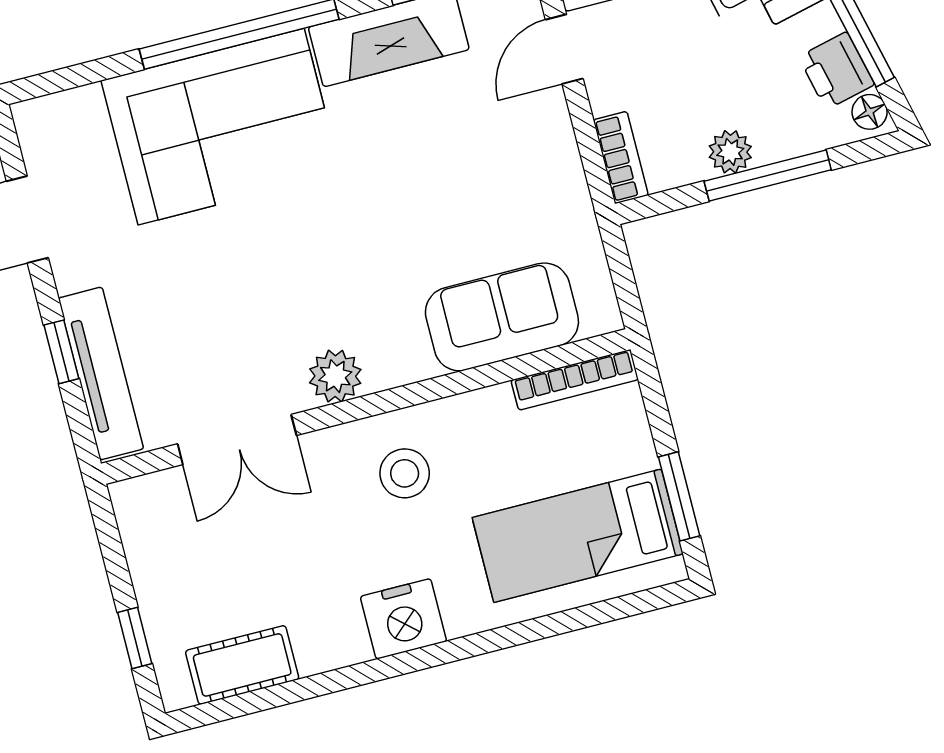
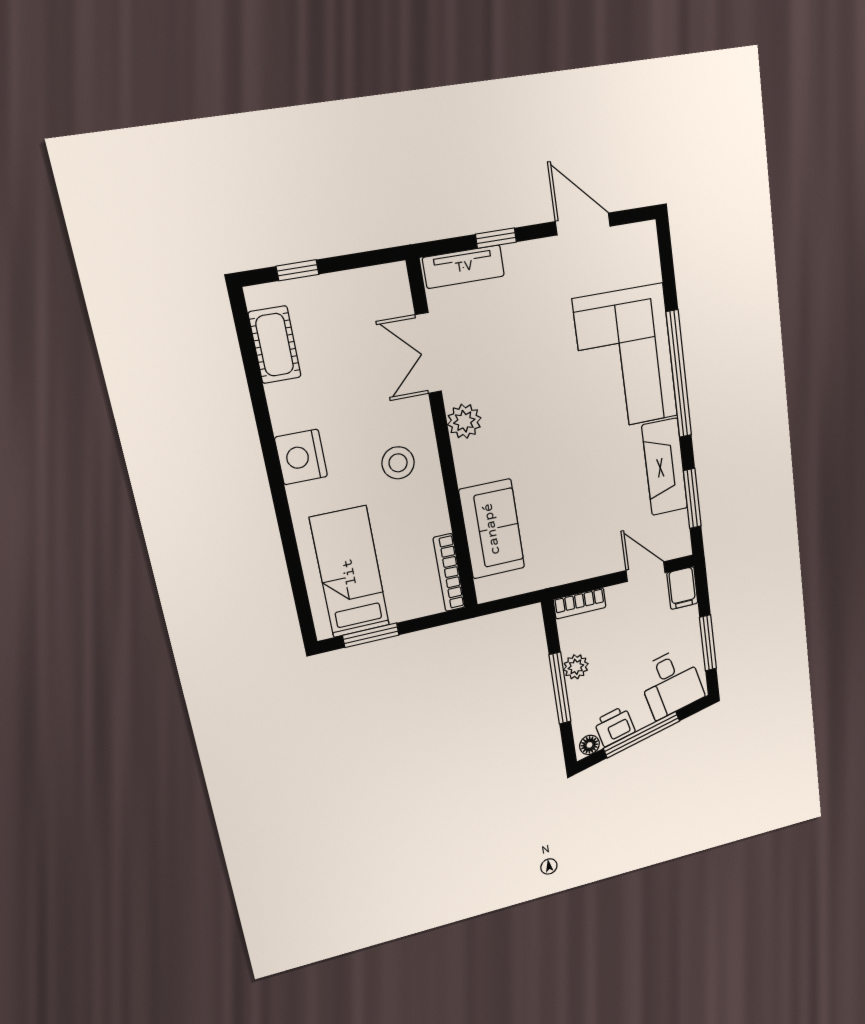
tv unit: (101, 373) -> (464, 267), width x0.71

